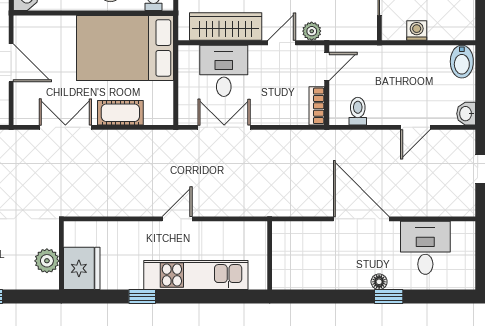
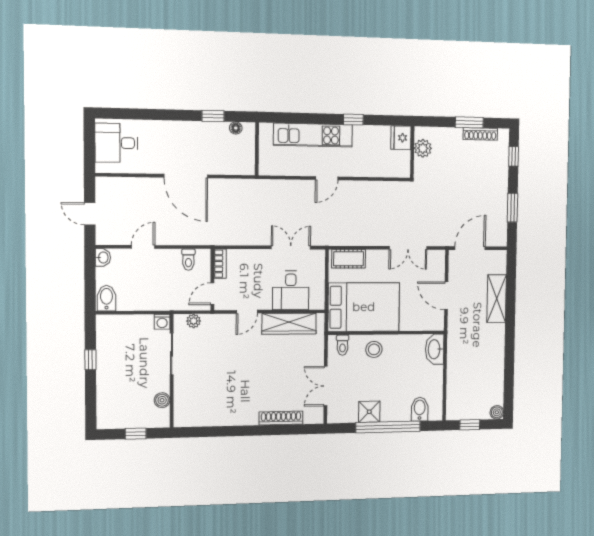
plant: (312, 31) -> (194, 321), moved
washing machine: (417, 31) -> (162, 322), moved
cot: (120, 113) -> (349, 259), moved
double door: (224, 127) -> (291, 247), swing flipped
desk: (425, 248) -> (116, 143), moved, turned 90
fridge: (82, 268) -> (401, 138), width x0.73, depth x0.75
floor lamp: (379, 282) -> (236, 128), moved
window: (389, 297) -> (213, 116), moved

